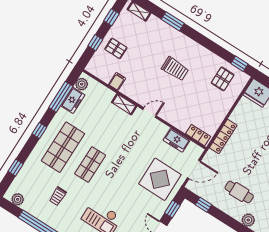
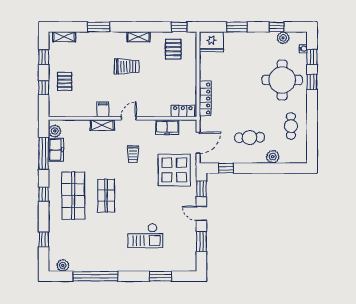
pallet: (116, 48) -> (65, 81), turned 90
shelving: (200, 50) -> (139, 37), added
filing cabinet: (117, 81) -> (103, 109), moved
trolley: (58, 196) -> (133, 154), moved

